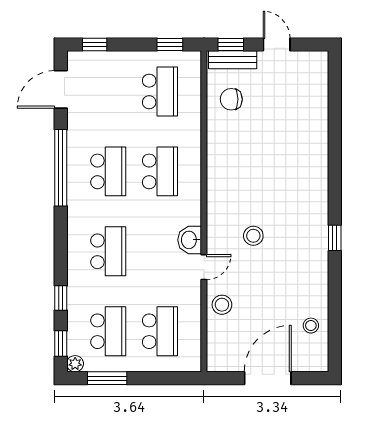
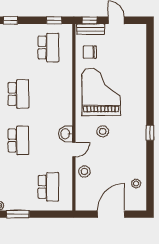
grand piano: (251, 168) -> (101, 92), added
school desk: (160, 171) -> (48, 94), removed
school desk: (108, 331) -> (18, 187), removed

